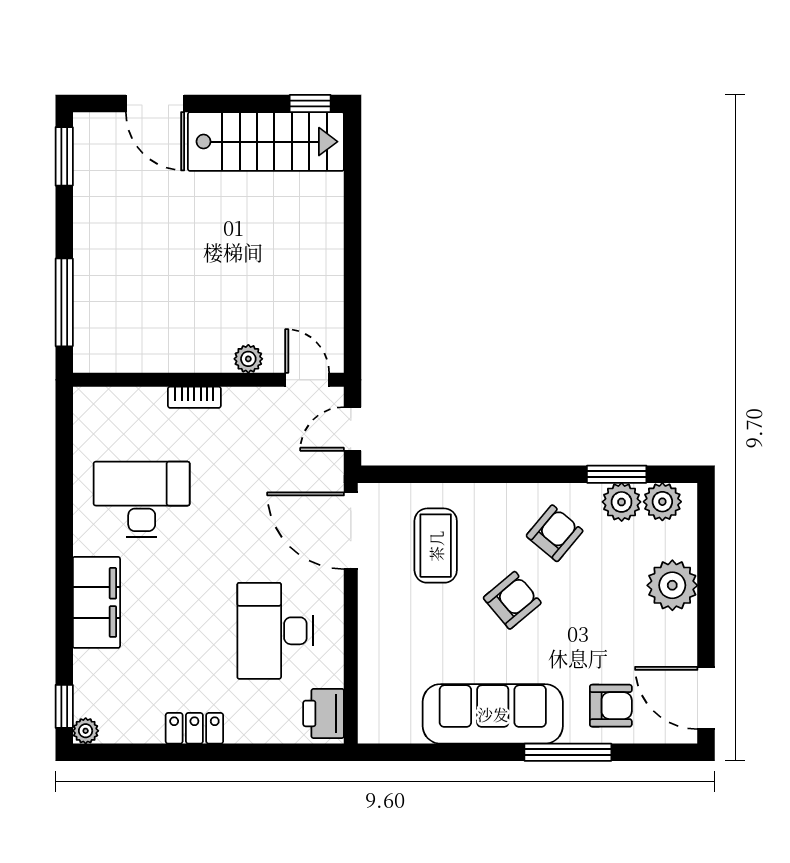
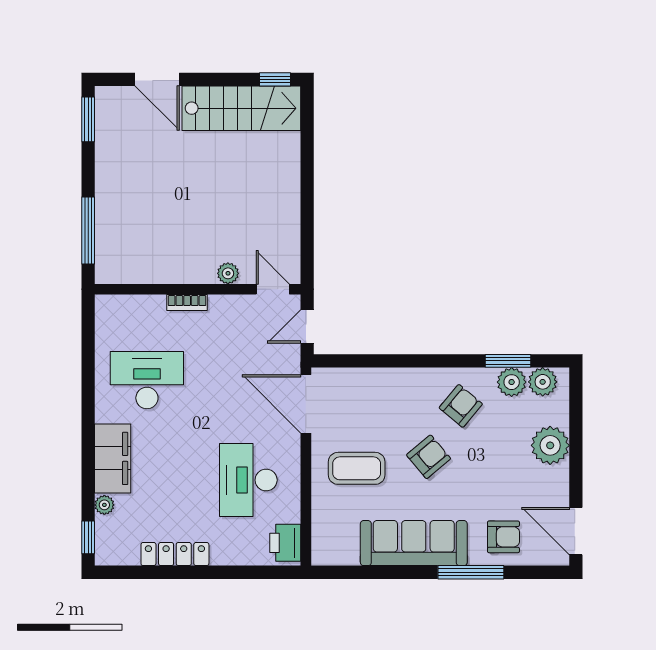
coffee table: (436, 546) -> (357, 468), moved, turned 90
locker: (194, 728) -> (175, 554), width x1.53
plant: (86, 731) -> (104, 505), moved

